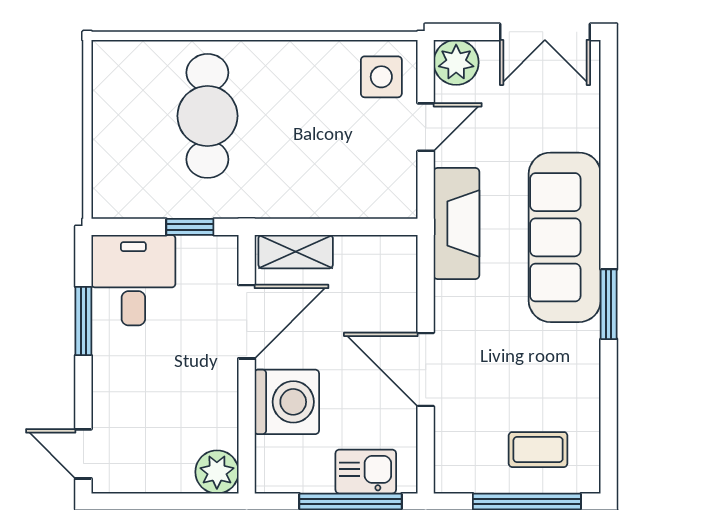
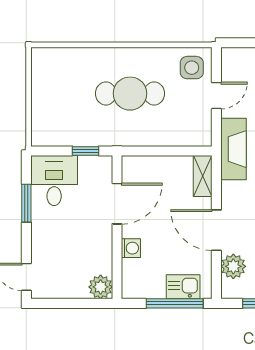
plant: (456, 62) -> (233, 266), moved
cafe table: (207, 116) -> (130, 94), moved, turned 90
shelving: (296, 252) -> (203, 176), moved, turned 90
washing machine: (287, 402) -> (131, 248), width x0.53, depth x0.53

